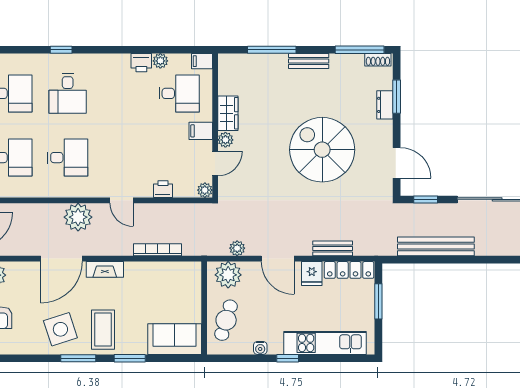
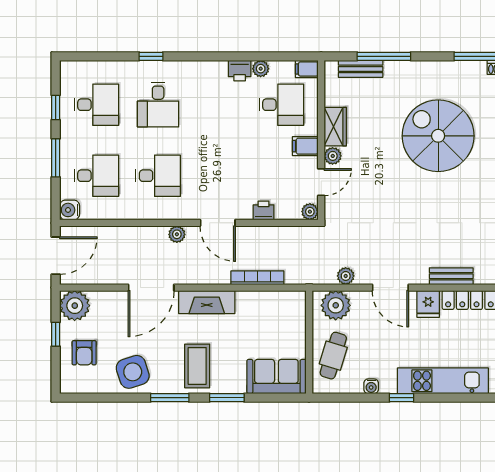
bench: (309, 61) -> (361, 69), moved
spiral stairs: (322, 150) -> (438, 136), moved
door: (122, 200) -> (218, 223), width x1.38
plant: (78, 217) -> (177, 234), width x0.53, depth x0.53
fireplace: (105, 269) -> (207, 302), width x1.37, depth x1.32
side table: (60, 329) -> (133, 372), moved

